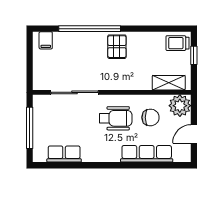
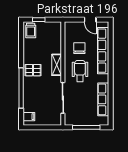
shelving: (169, 83) -> (57, 65), moved
plant: (180, 106) -> (72, 29), removed
row of seats: (64, 154) -> (103, 99), width x1.48
row of seats: (147, 154) -> (103, 51), width x1.36

